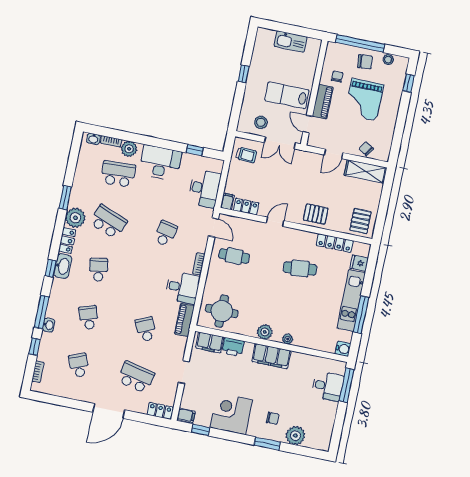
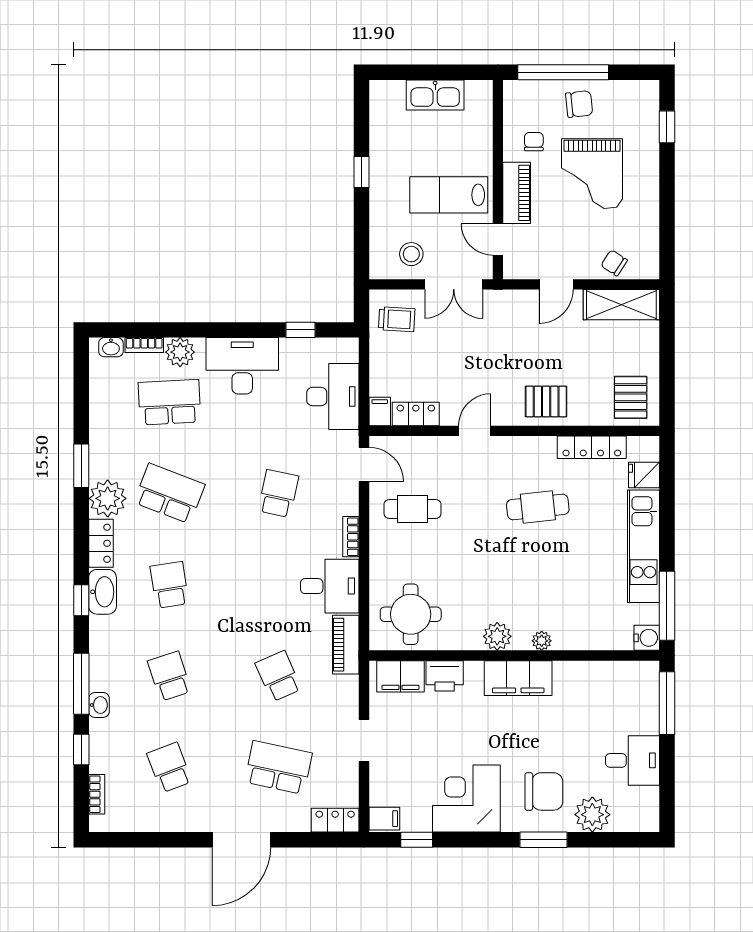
stool: (388, 60) -> (621, 91), removed
window: (361, 315) -> (667, 606), moved
desk: (328, 386) -> (633, 760), moved
chair: (273, 418) -> (544, 791), width x1.87, depth x1.87

